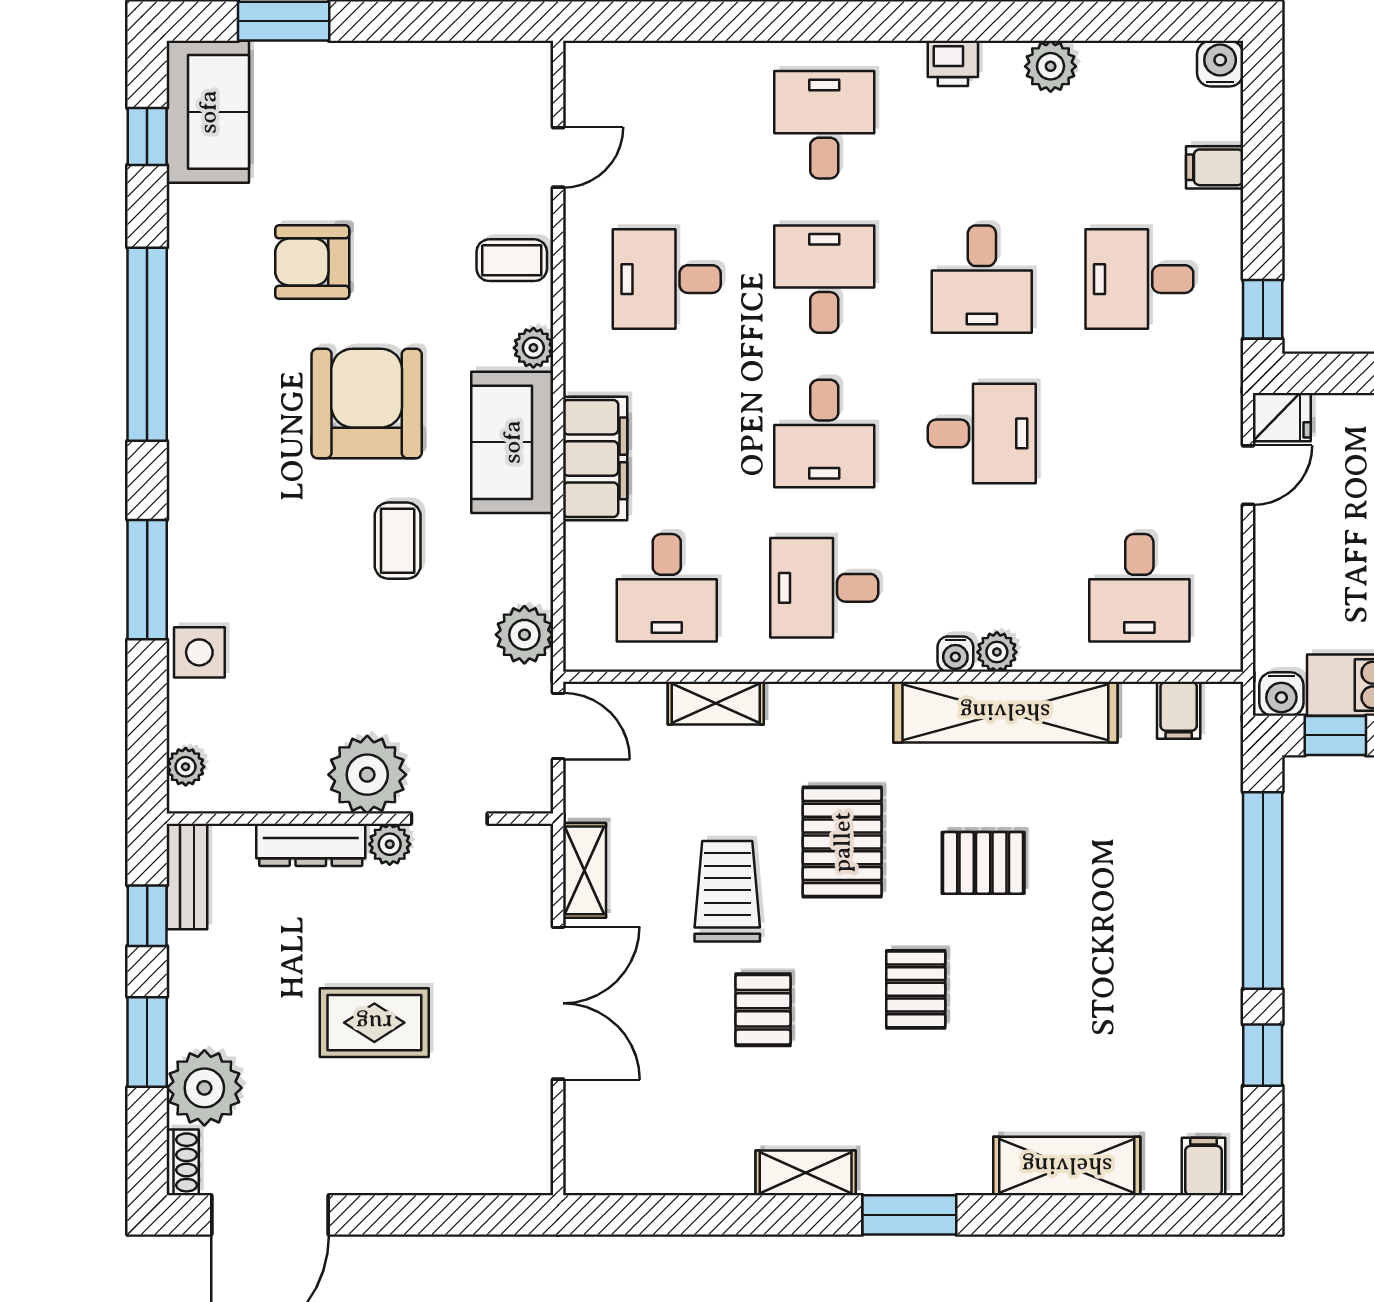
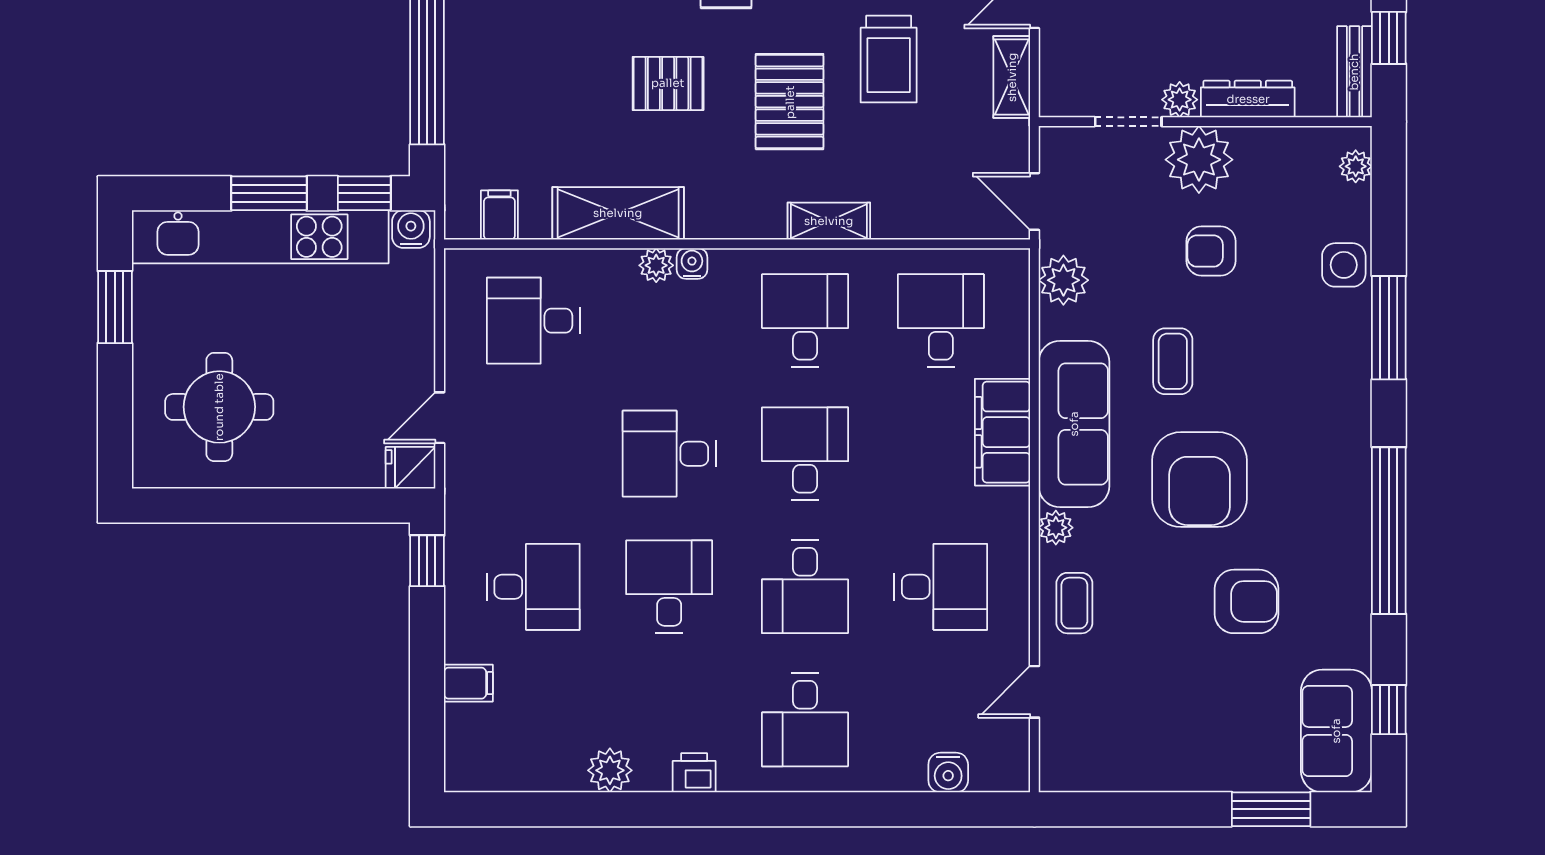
water cooler: (1220, 64) -> (948, 773), moved
coffee table: (512, 260) -> (1074, 603), turned 90
sofa: (512, 442) -> (1074, 424), width x1.36
desk: (824, 588) -> (805, 321), turned -90
desk: (1139, 588) -> (533, 321), turned -90
armchair: (353, 669) -> (1211, 251), added
shelving: (716, 703) -> (829, 221), moved
shelving: (1005, 712) -> (618, 213), width x0.68

